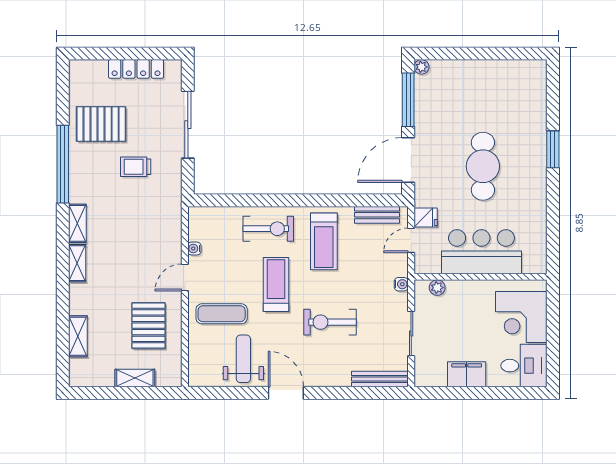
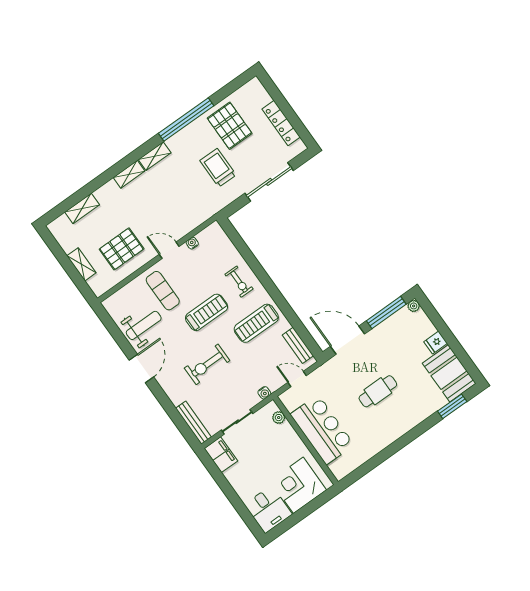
booth: (517, 80) -> (449, 373), added
window: (553, 149) -> (452, 406), moved
cafe table: (483, 166) -> (378, 391), width x0.73, depth x0.74
trolley: (136, 167) -> (218, 168), width x1.36, depth x1.39
fridge: (426, 217) -> (436, 342), moved, turned 90
exercise bike: (268, 229) -> (239, 282), width x0.73, depth x0.72
exercise bike: (330, 322) -> (207, 364), turned -90
filing cabinet: (467, 374) -> (221, 455), moved

